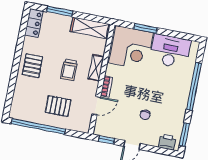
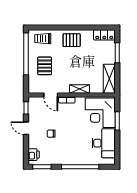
trolley: (69, 70) -> (43, 39), moved

